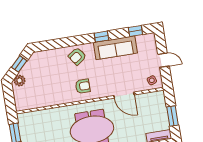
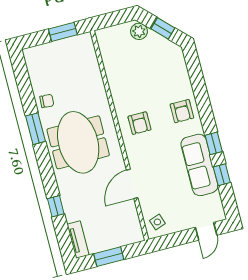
window: (135, 31) -> (222, 175), moved
armchair: (77, 56) -> (182, 111), turned -145
door: (163, 60) -> (206, 231), moved

